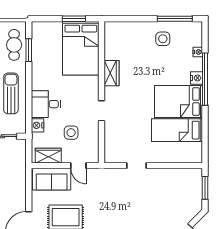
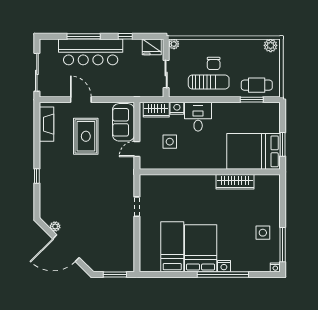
nightstand: (198, 52) -> (275, 267), moved
wardrobe: (111, 73) -> (235, 182), width x1.50
doorway: (102, 111) -> (191, 172), removed
wardrobe: (48, 156) -> (156, 110), moved, turned 90

